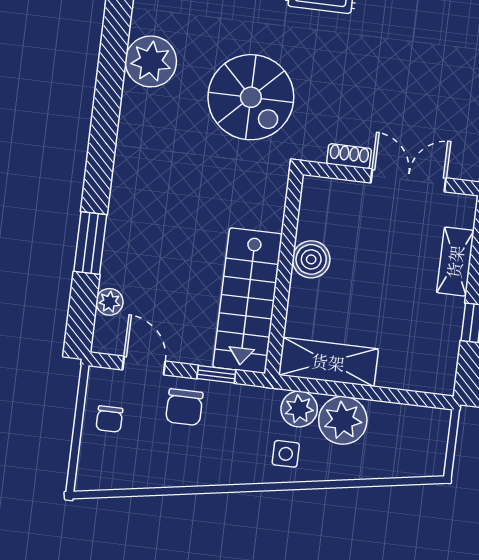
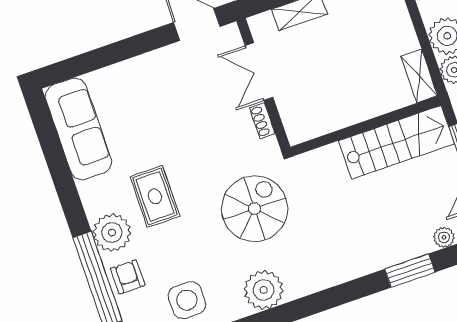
boiler: (311, 259) -> (346, 112), removed
shelving: (328, 362) -> (419, 76), width x0.67, depth x0.75

